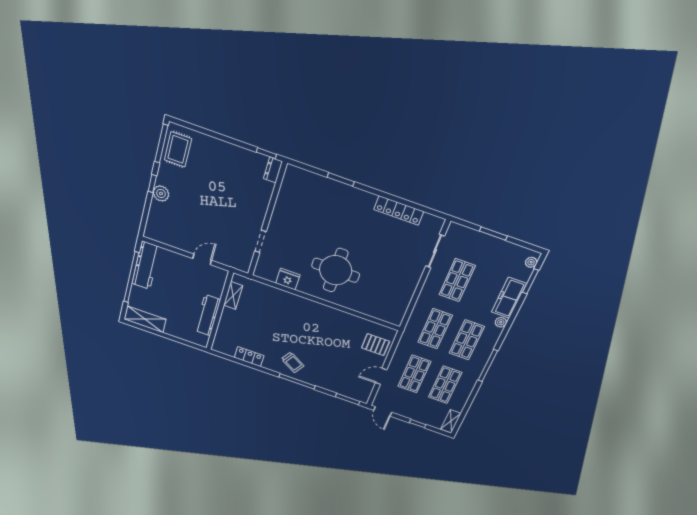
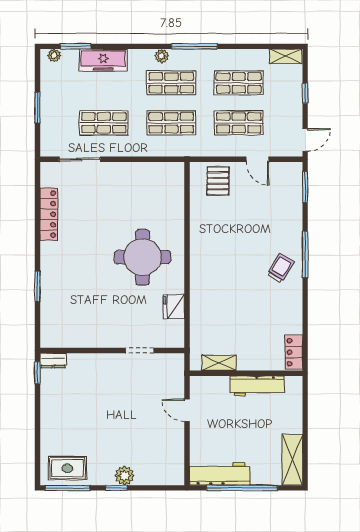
plant: (501, 322) -> (162, 56), moved
locker: (249, 357) -> (294, 352), moved

